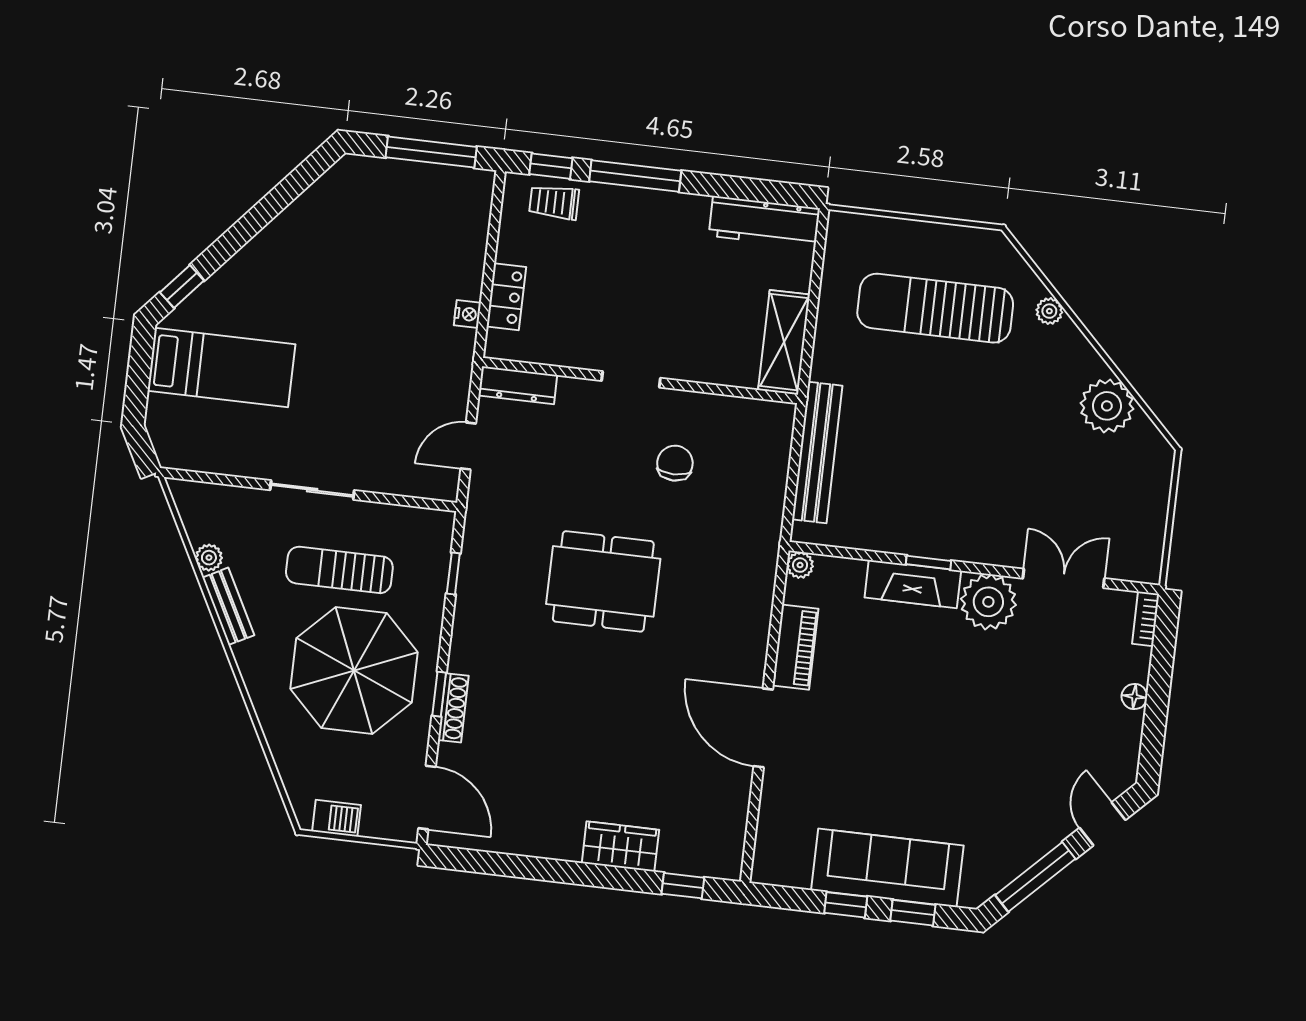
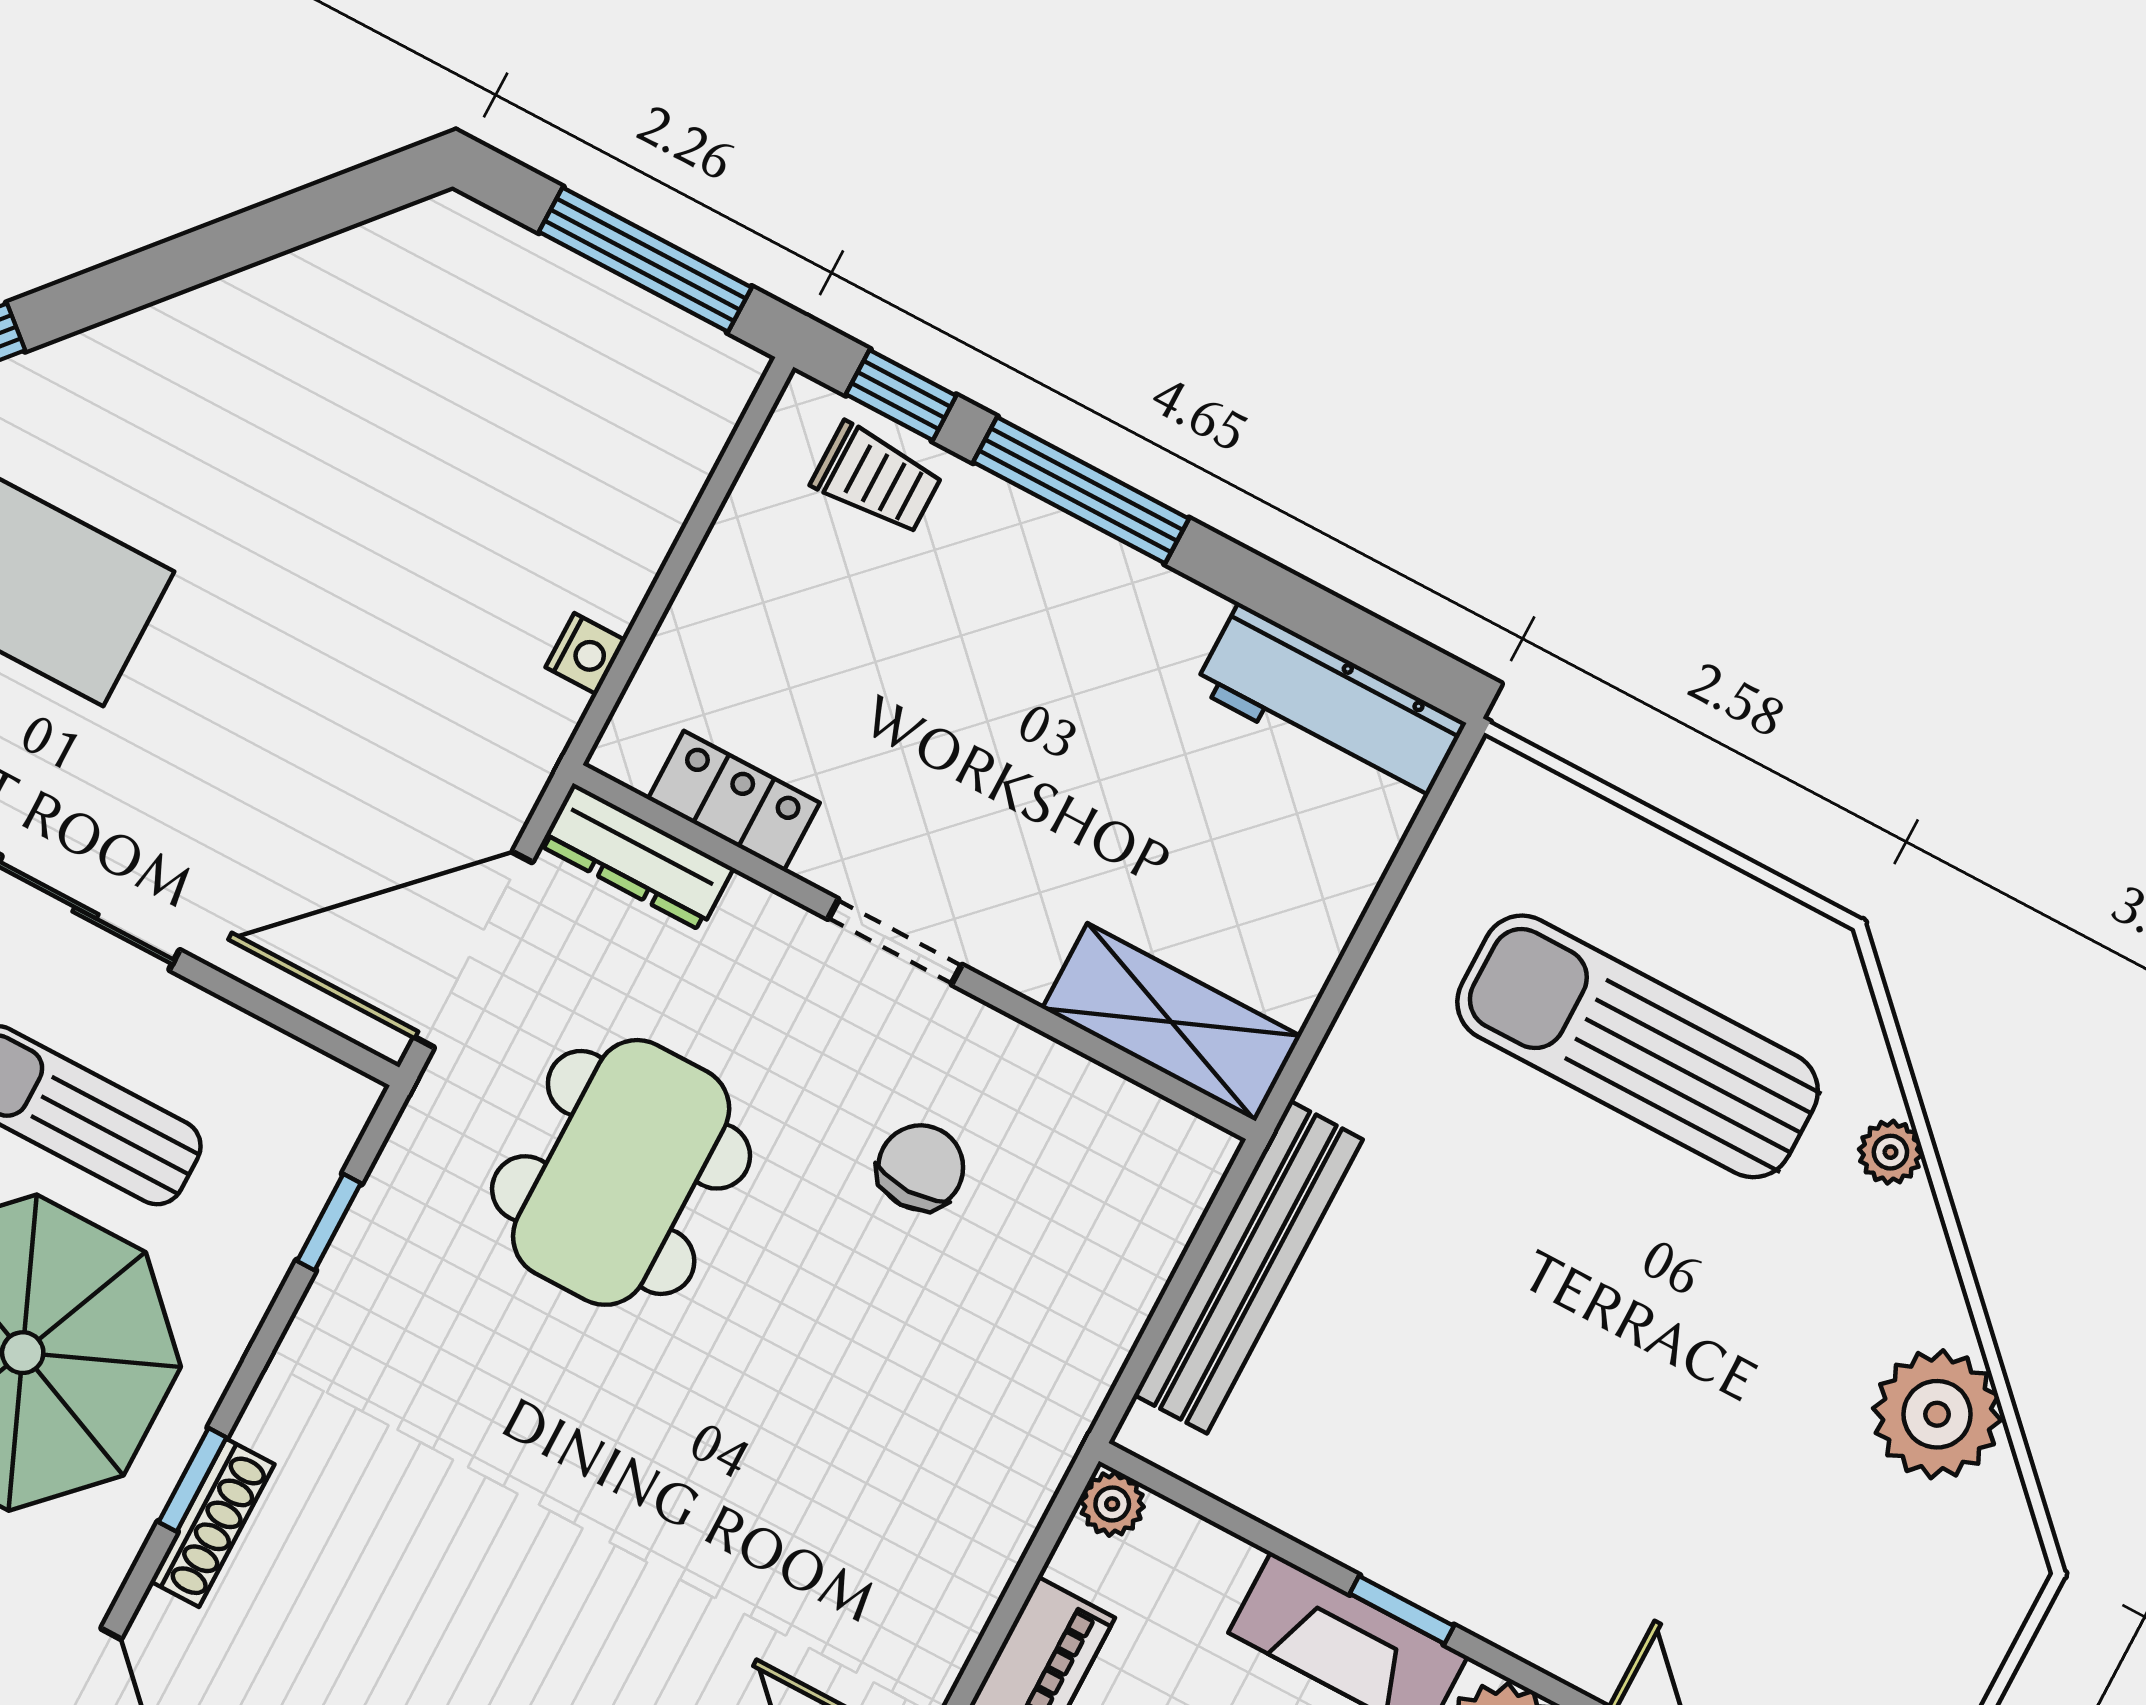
trolley: (554, 202) -> (877, 479), turned 180
locker: (506, 297) -> (734, 801), moved, turned -90
shelving: (784, 342) -> (1172, 1022), moved, turned 90
door: (468, 446) -> (473, 950), width x1.88
dining table: (603, 581) -> (621, 1172), moved, turned 90

